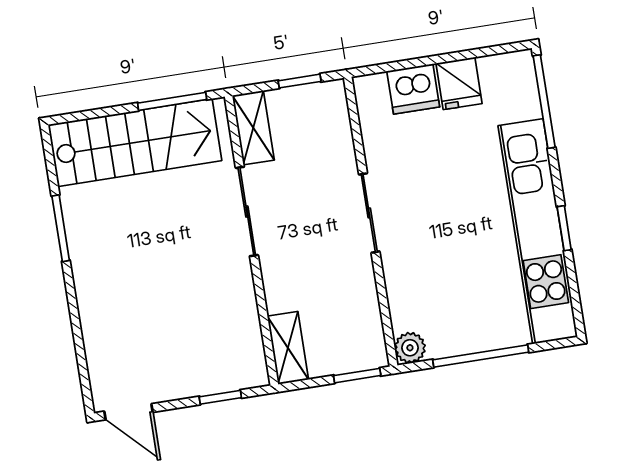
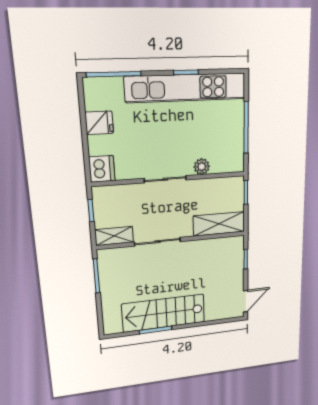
dishwasher: (413, 89) -> (102, 169), moved
stairs: (135, 143) -> (164, 313), moved, turned -90
shelving: (288, 348) -> (219, 224), width x1.50, depth x1.33
plant: (410, 348) -> (202, 167), moved

